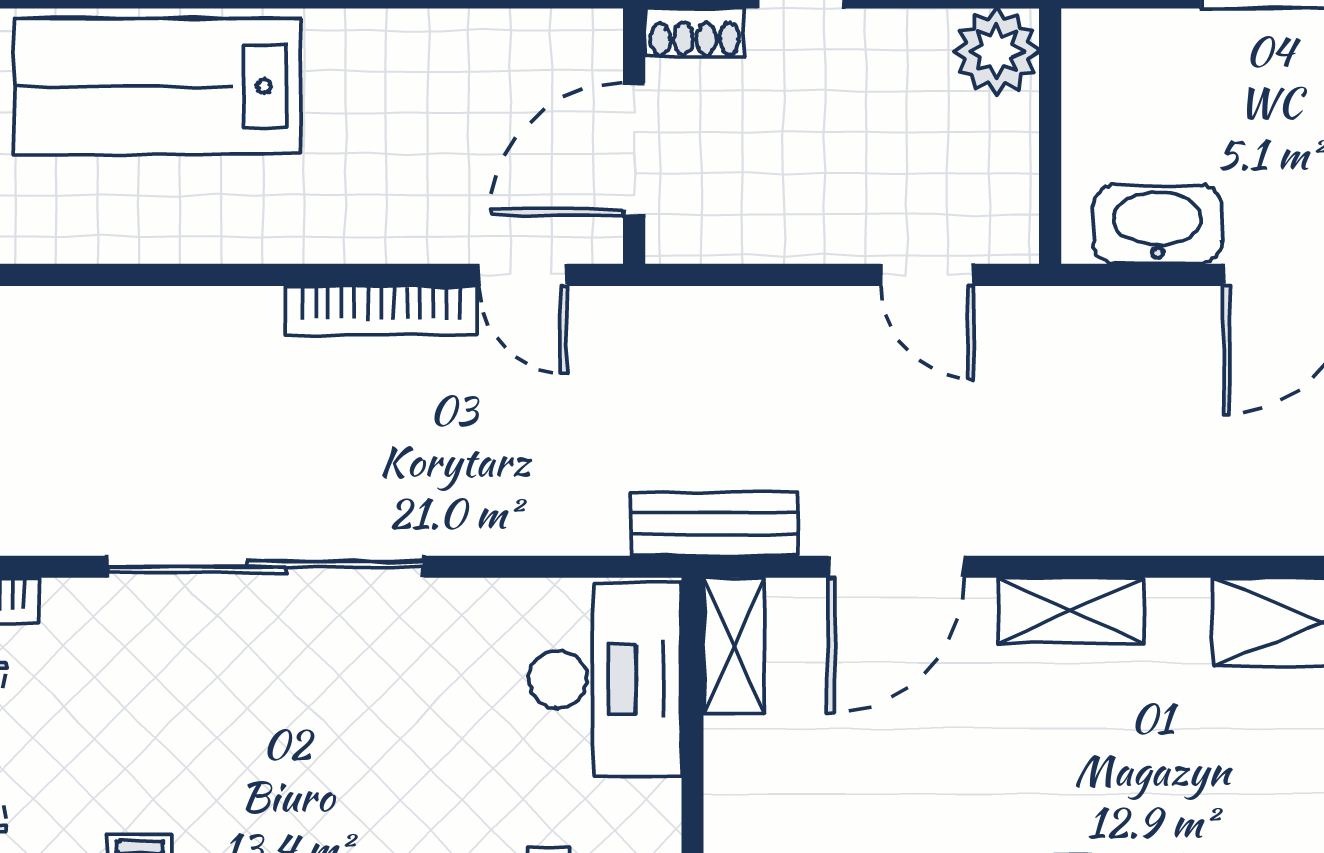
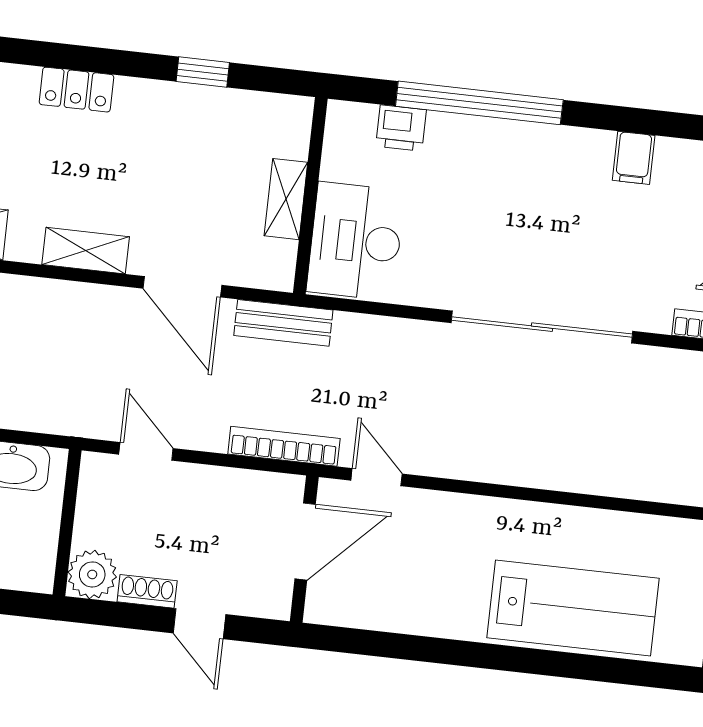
shoe rack: (695, 33) -> (147, 591), moved
bookcase: (381, 310) -> (284, 446), moved
door: (896, 567) -> (182, 287), swing flipped
shelving: (734, 646) -> (286, 199), moved

